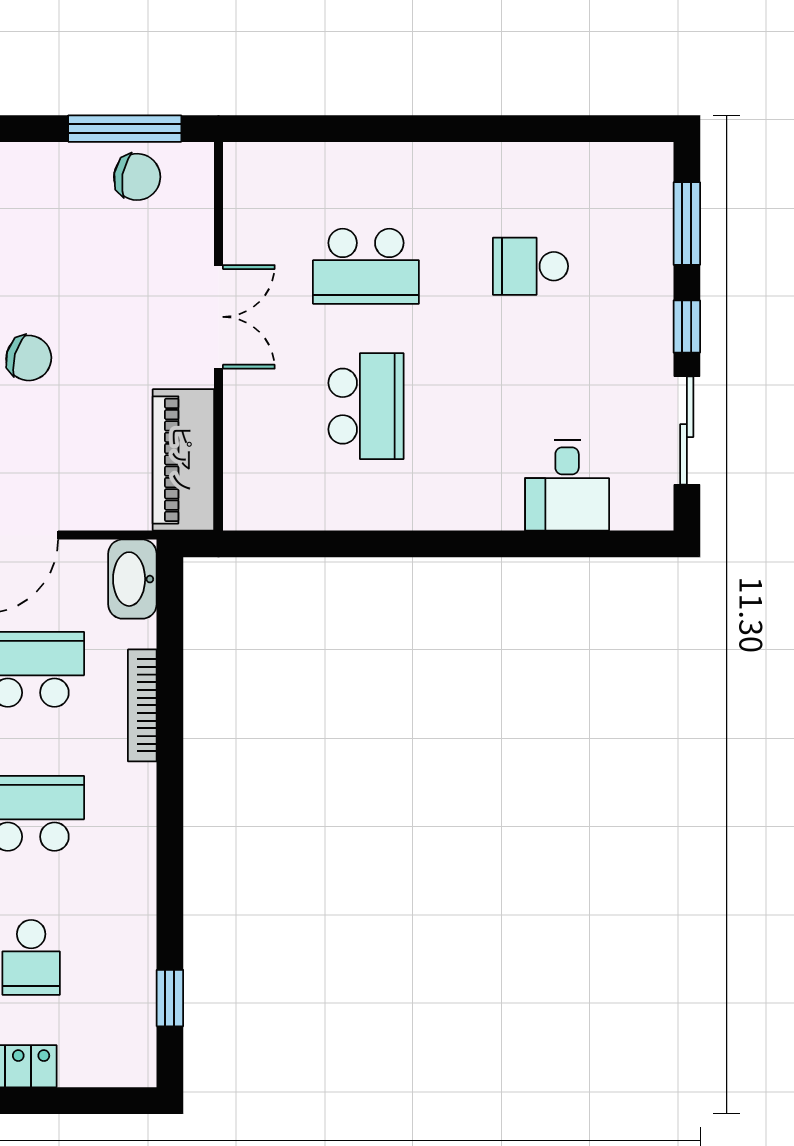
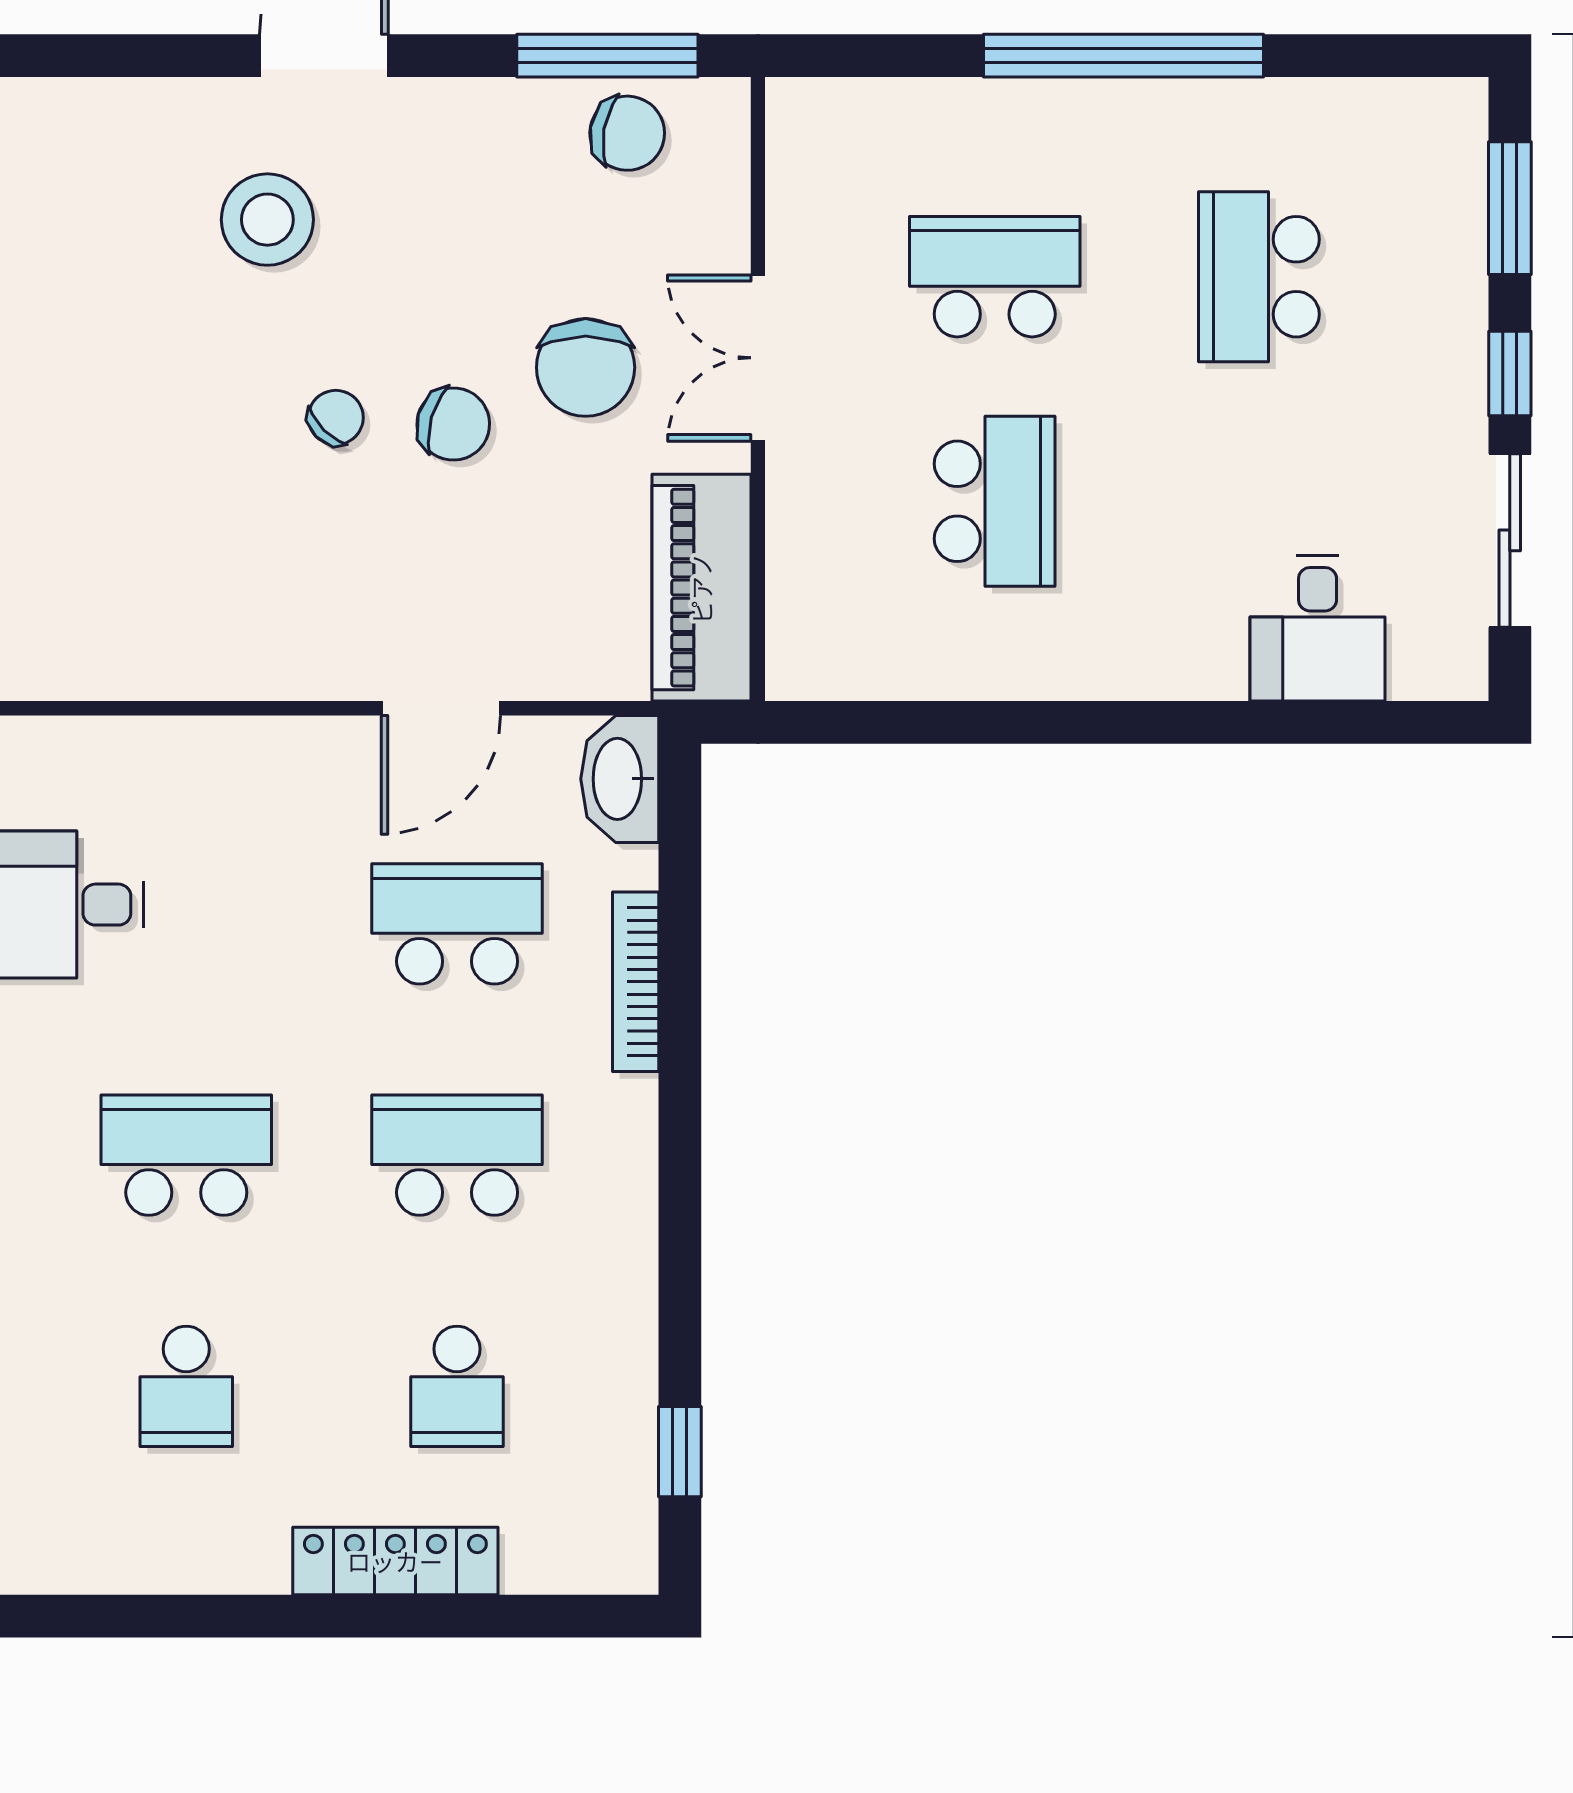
window: (446, 129) -> (1124, 56), added
school desk: (366, 266) -> (995, 277), turned 180
school desk: (531, 266) -> (1259, 277), width x1.85
double door: (218, 317) -> (758, 358), swing flipped
chair: (111, 323) -> (586, 367), added

